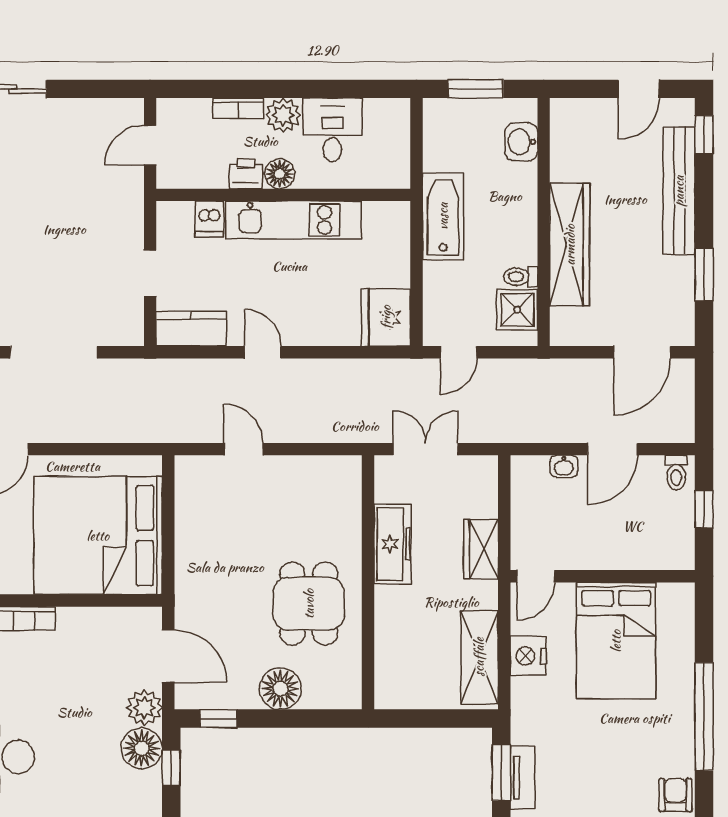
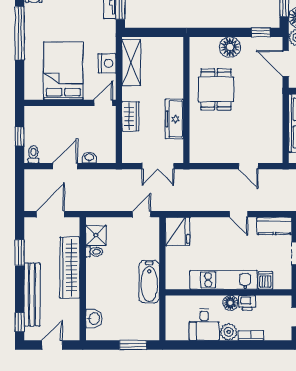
washbasin: (521, 142) -> (94, 319), moved
wall: (544, 222) -> (83, 279), moved
wardrobe: (570, 245) -> (70, 268), moved
toilet: (521, 277) -> (94, 252), moved
shower: (517, 310) -> (96, 235), moved

